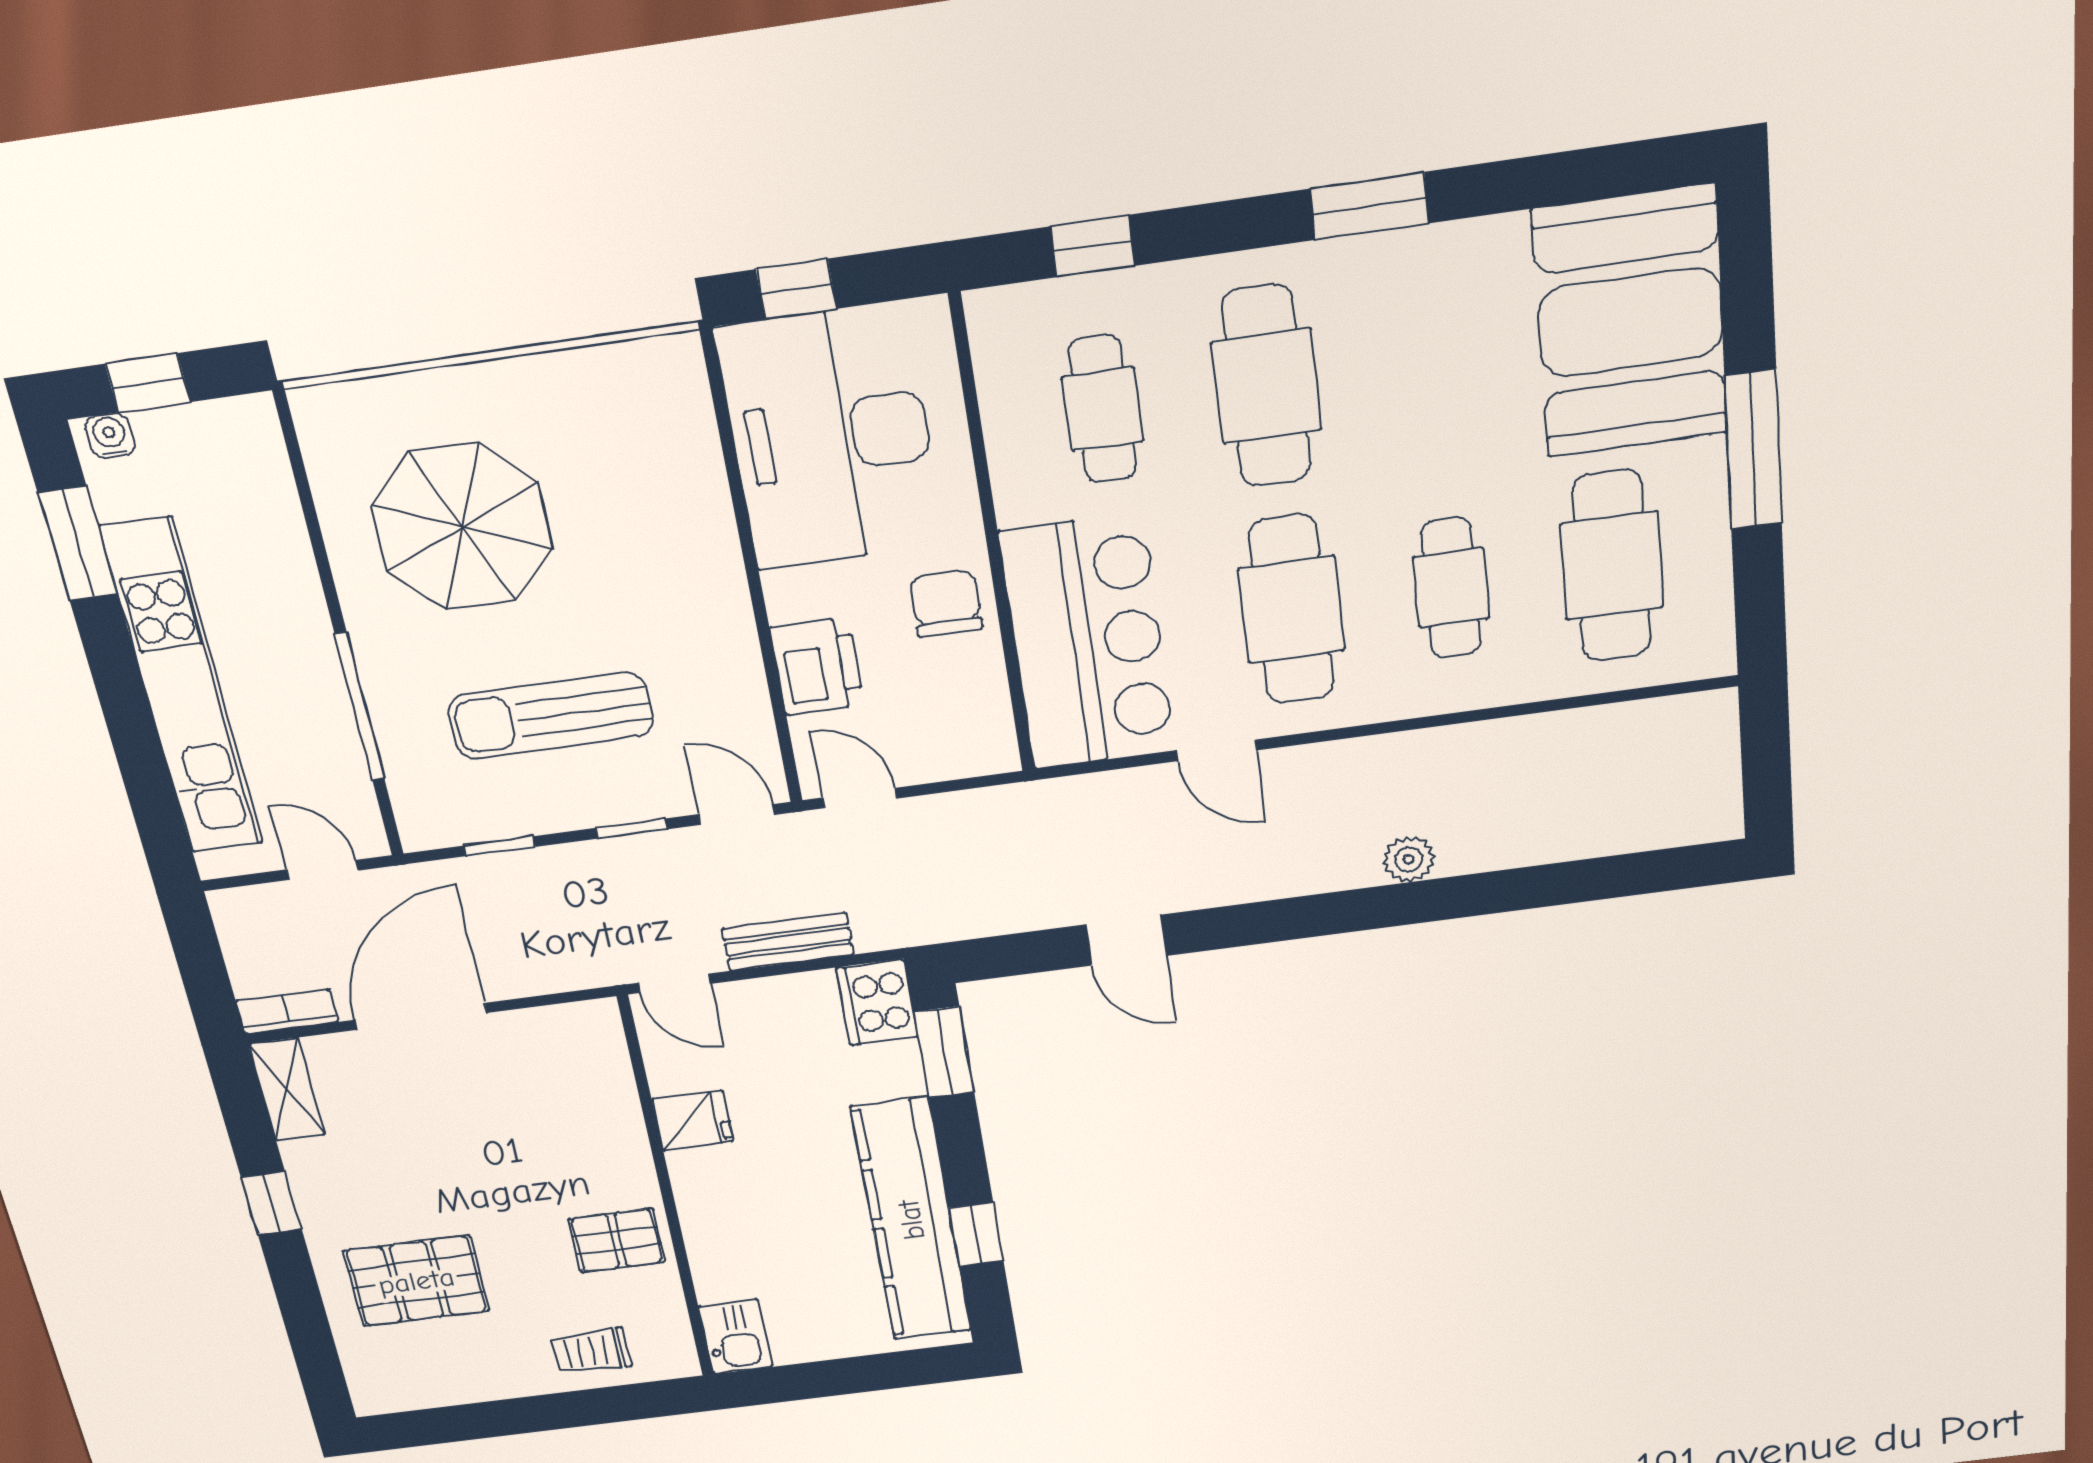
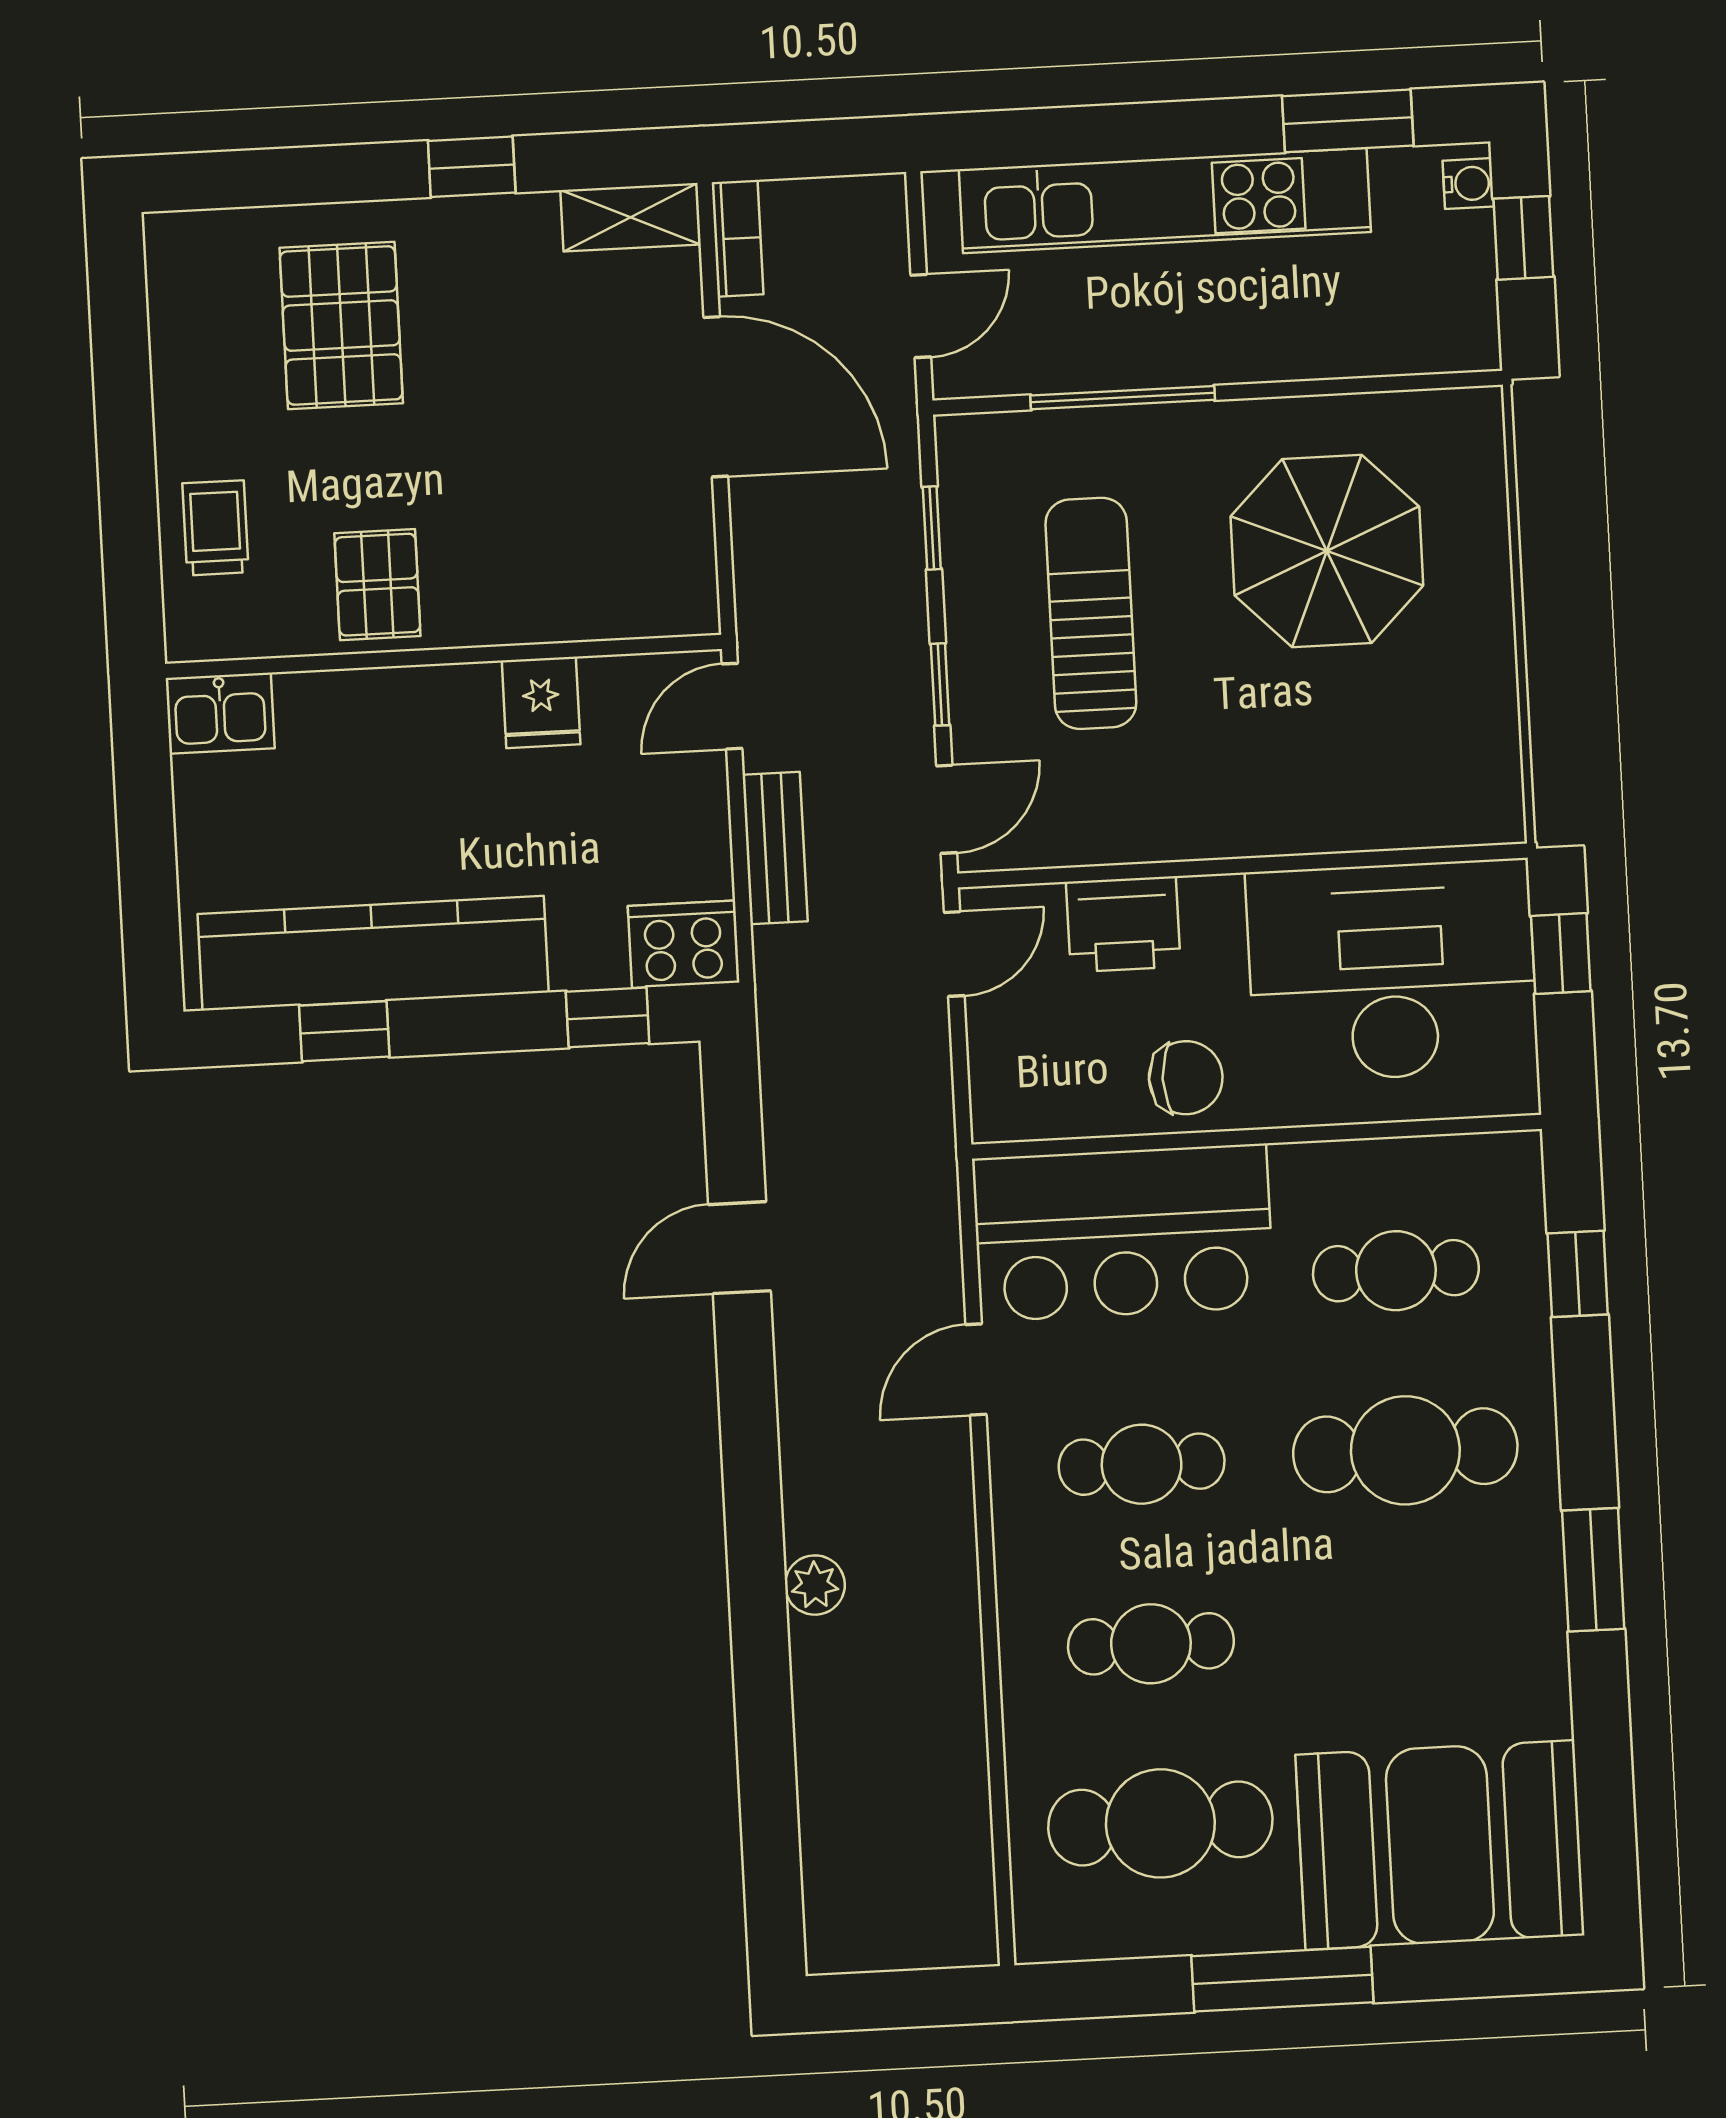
cafe table: (1291, 610) -> (1142, 1464), width x0.73, depth x0.74
window: (944, 1052) -> (608, 1017), width x0.67

